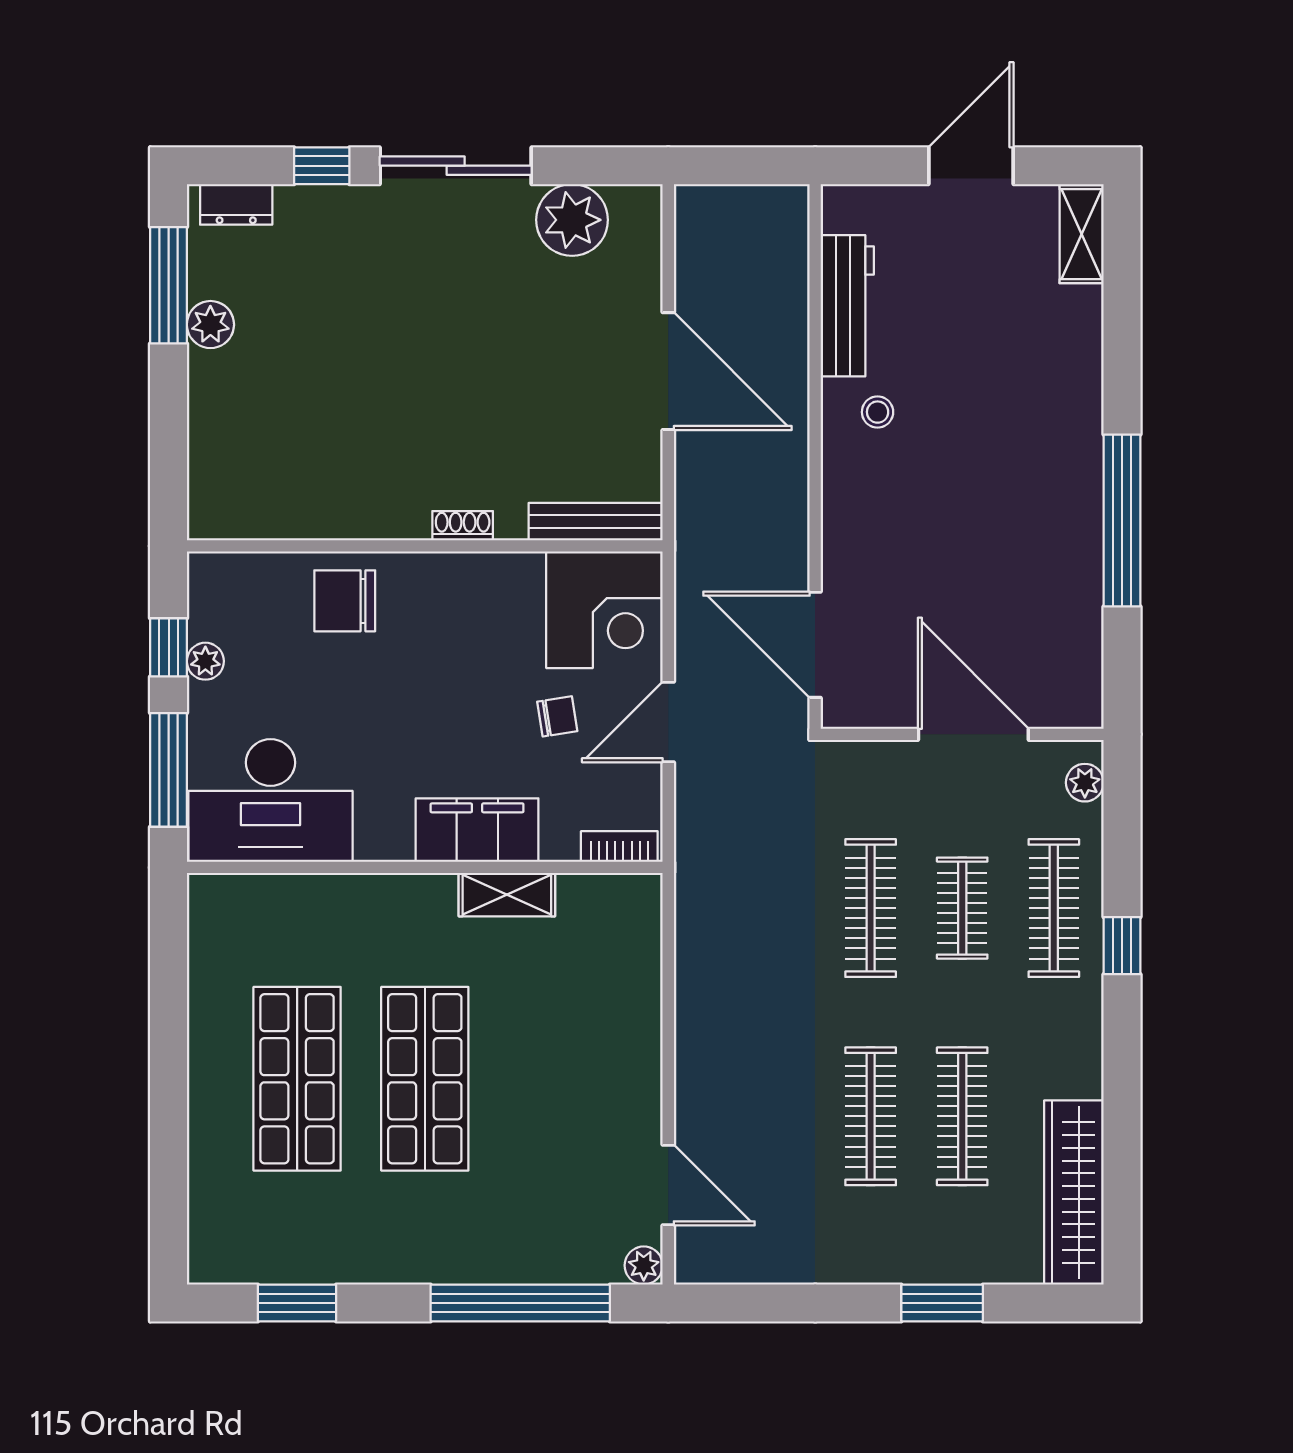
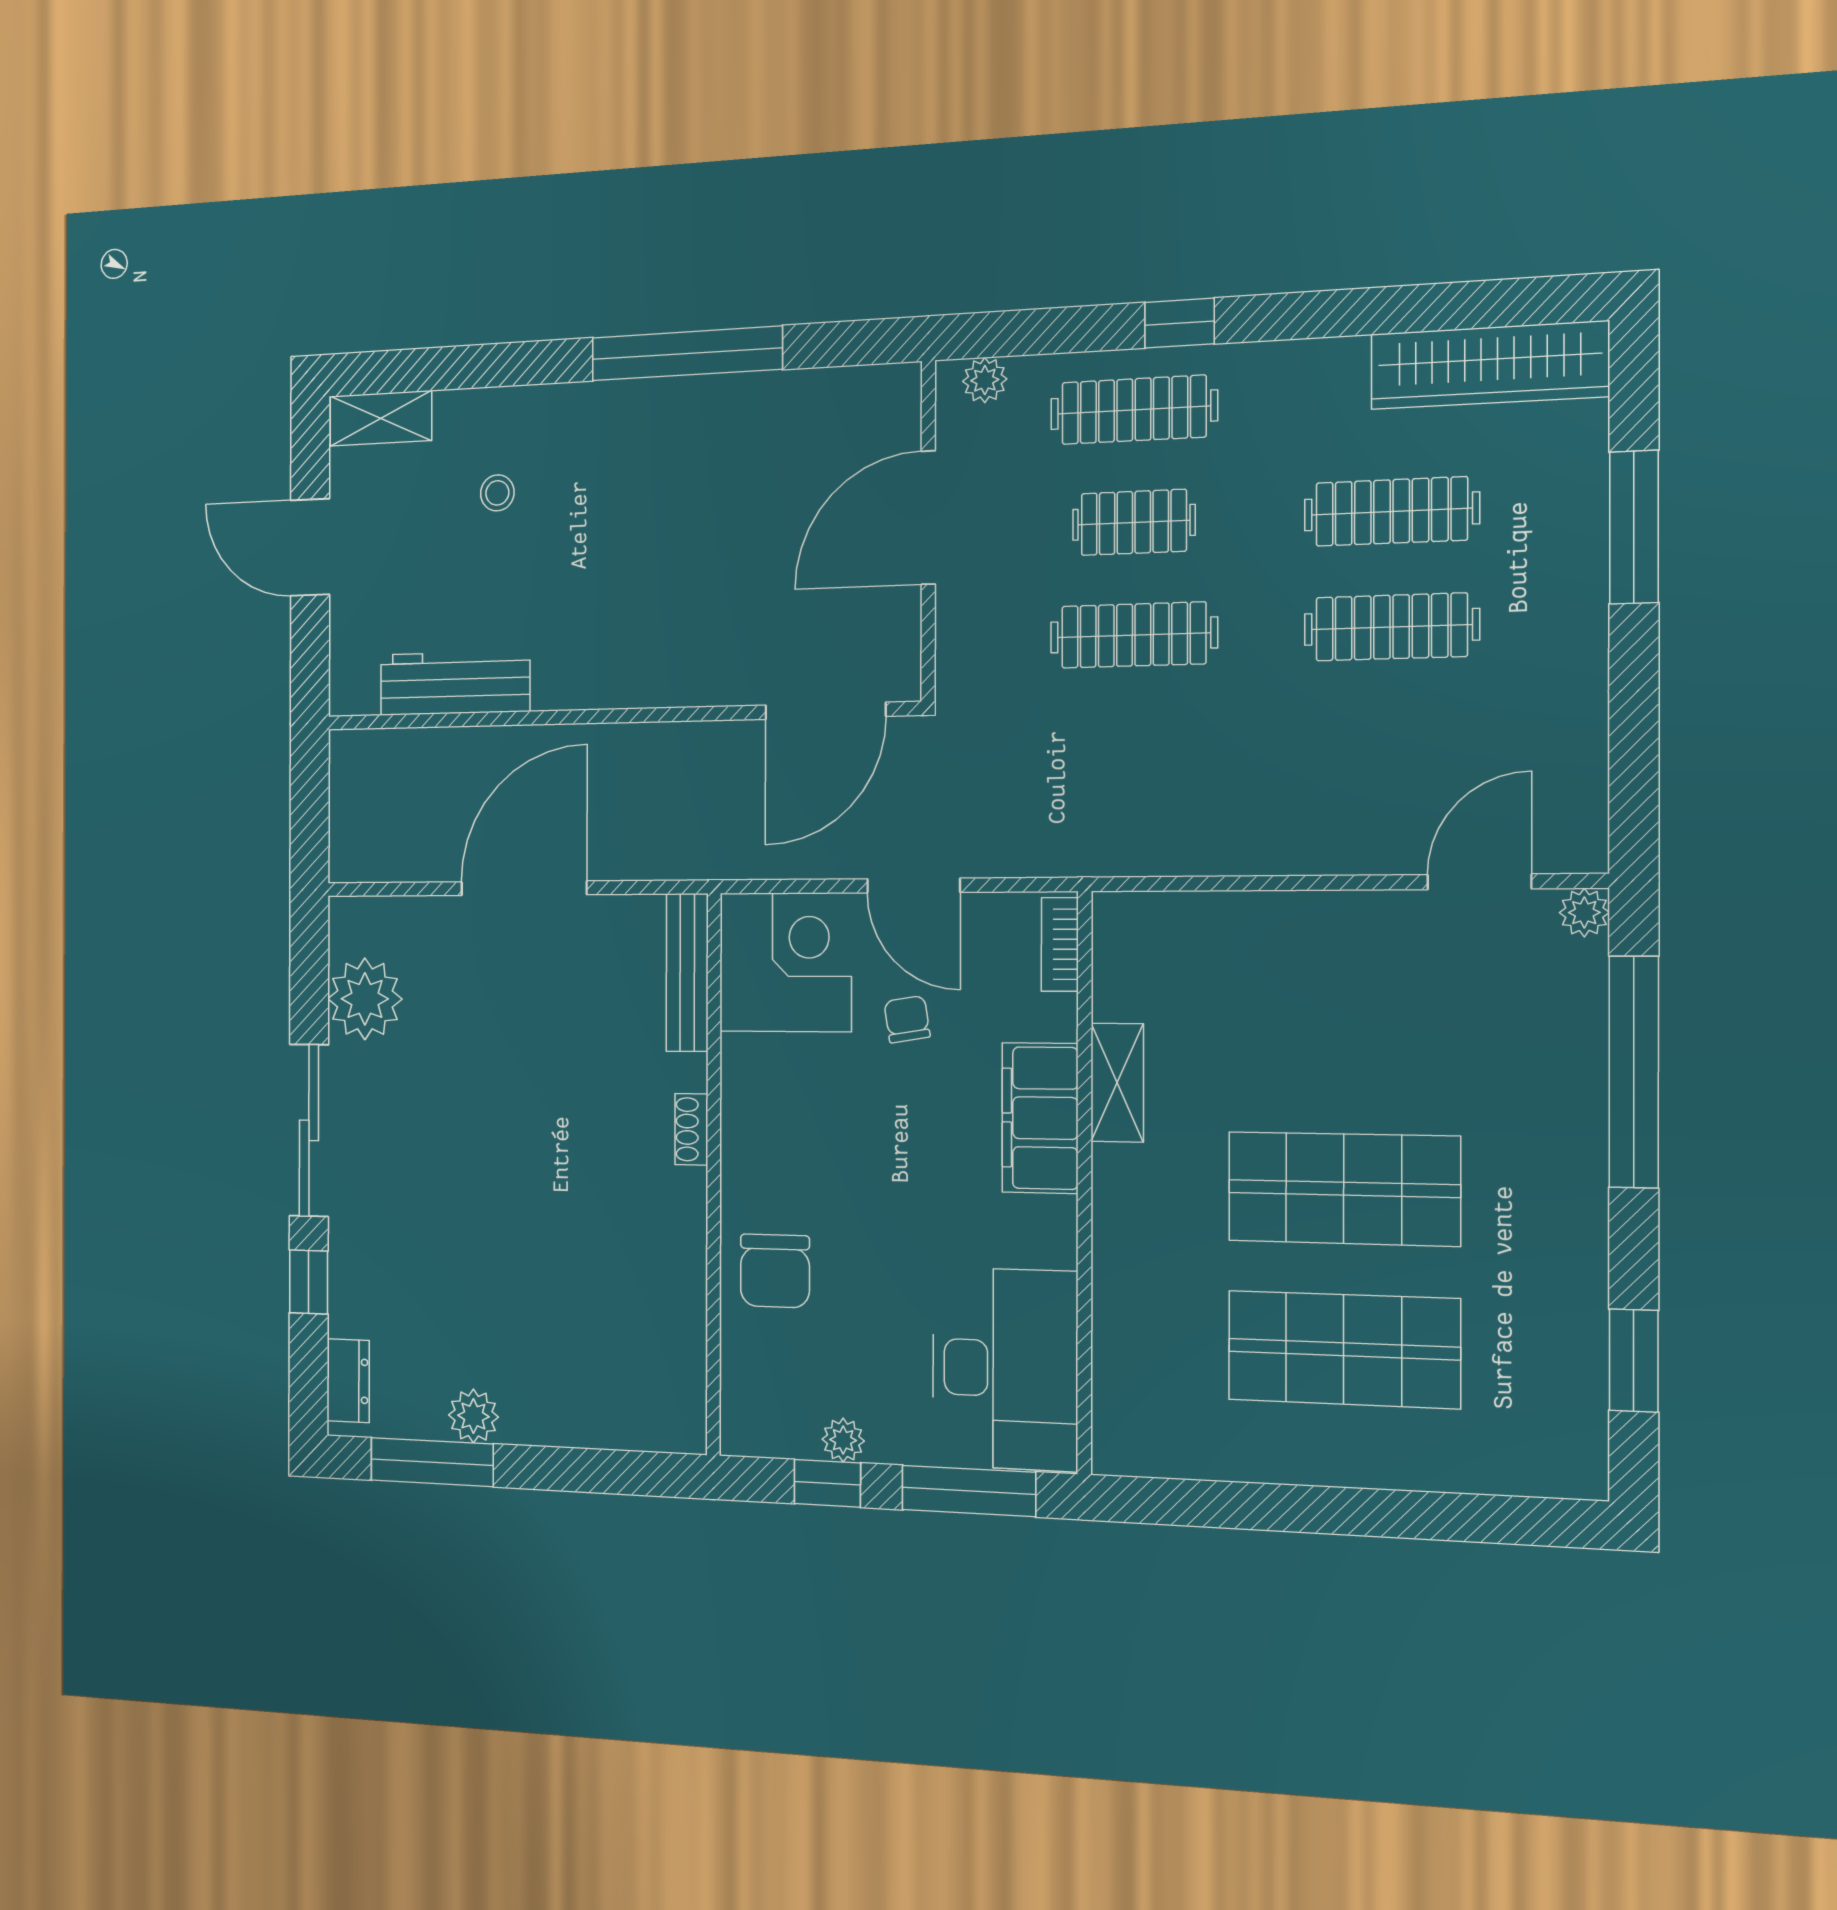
stool: (878, 412) -> (497, 493), moved
window: (942, 1303) -> (1634, 527), width x1.44

